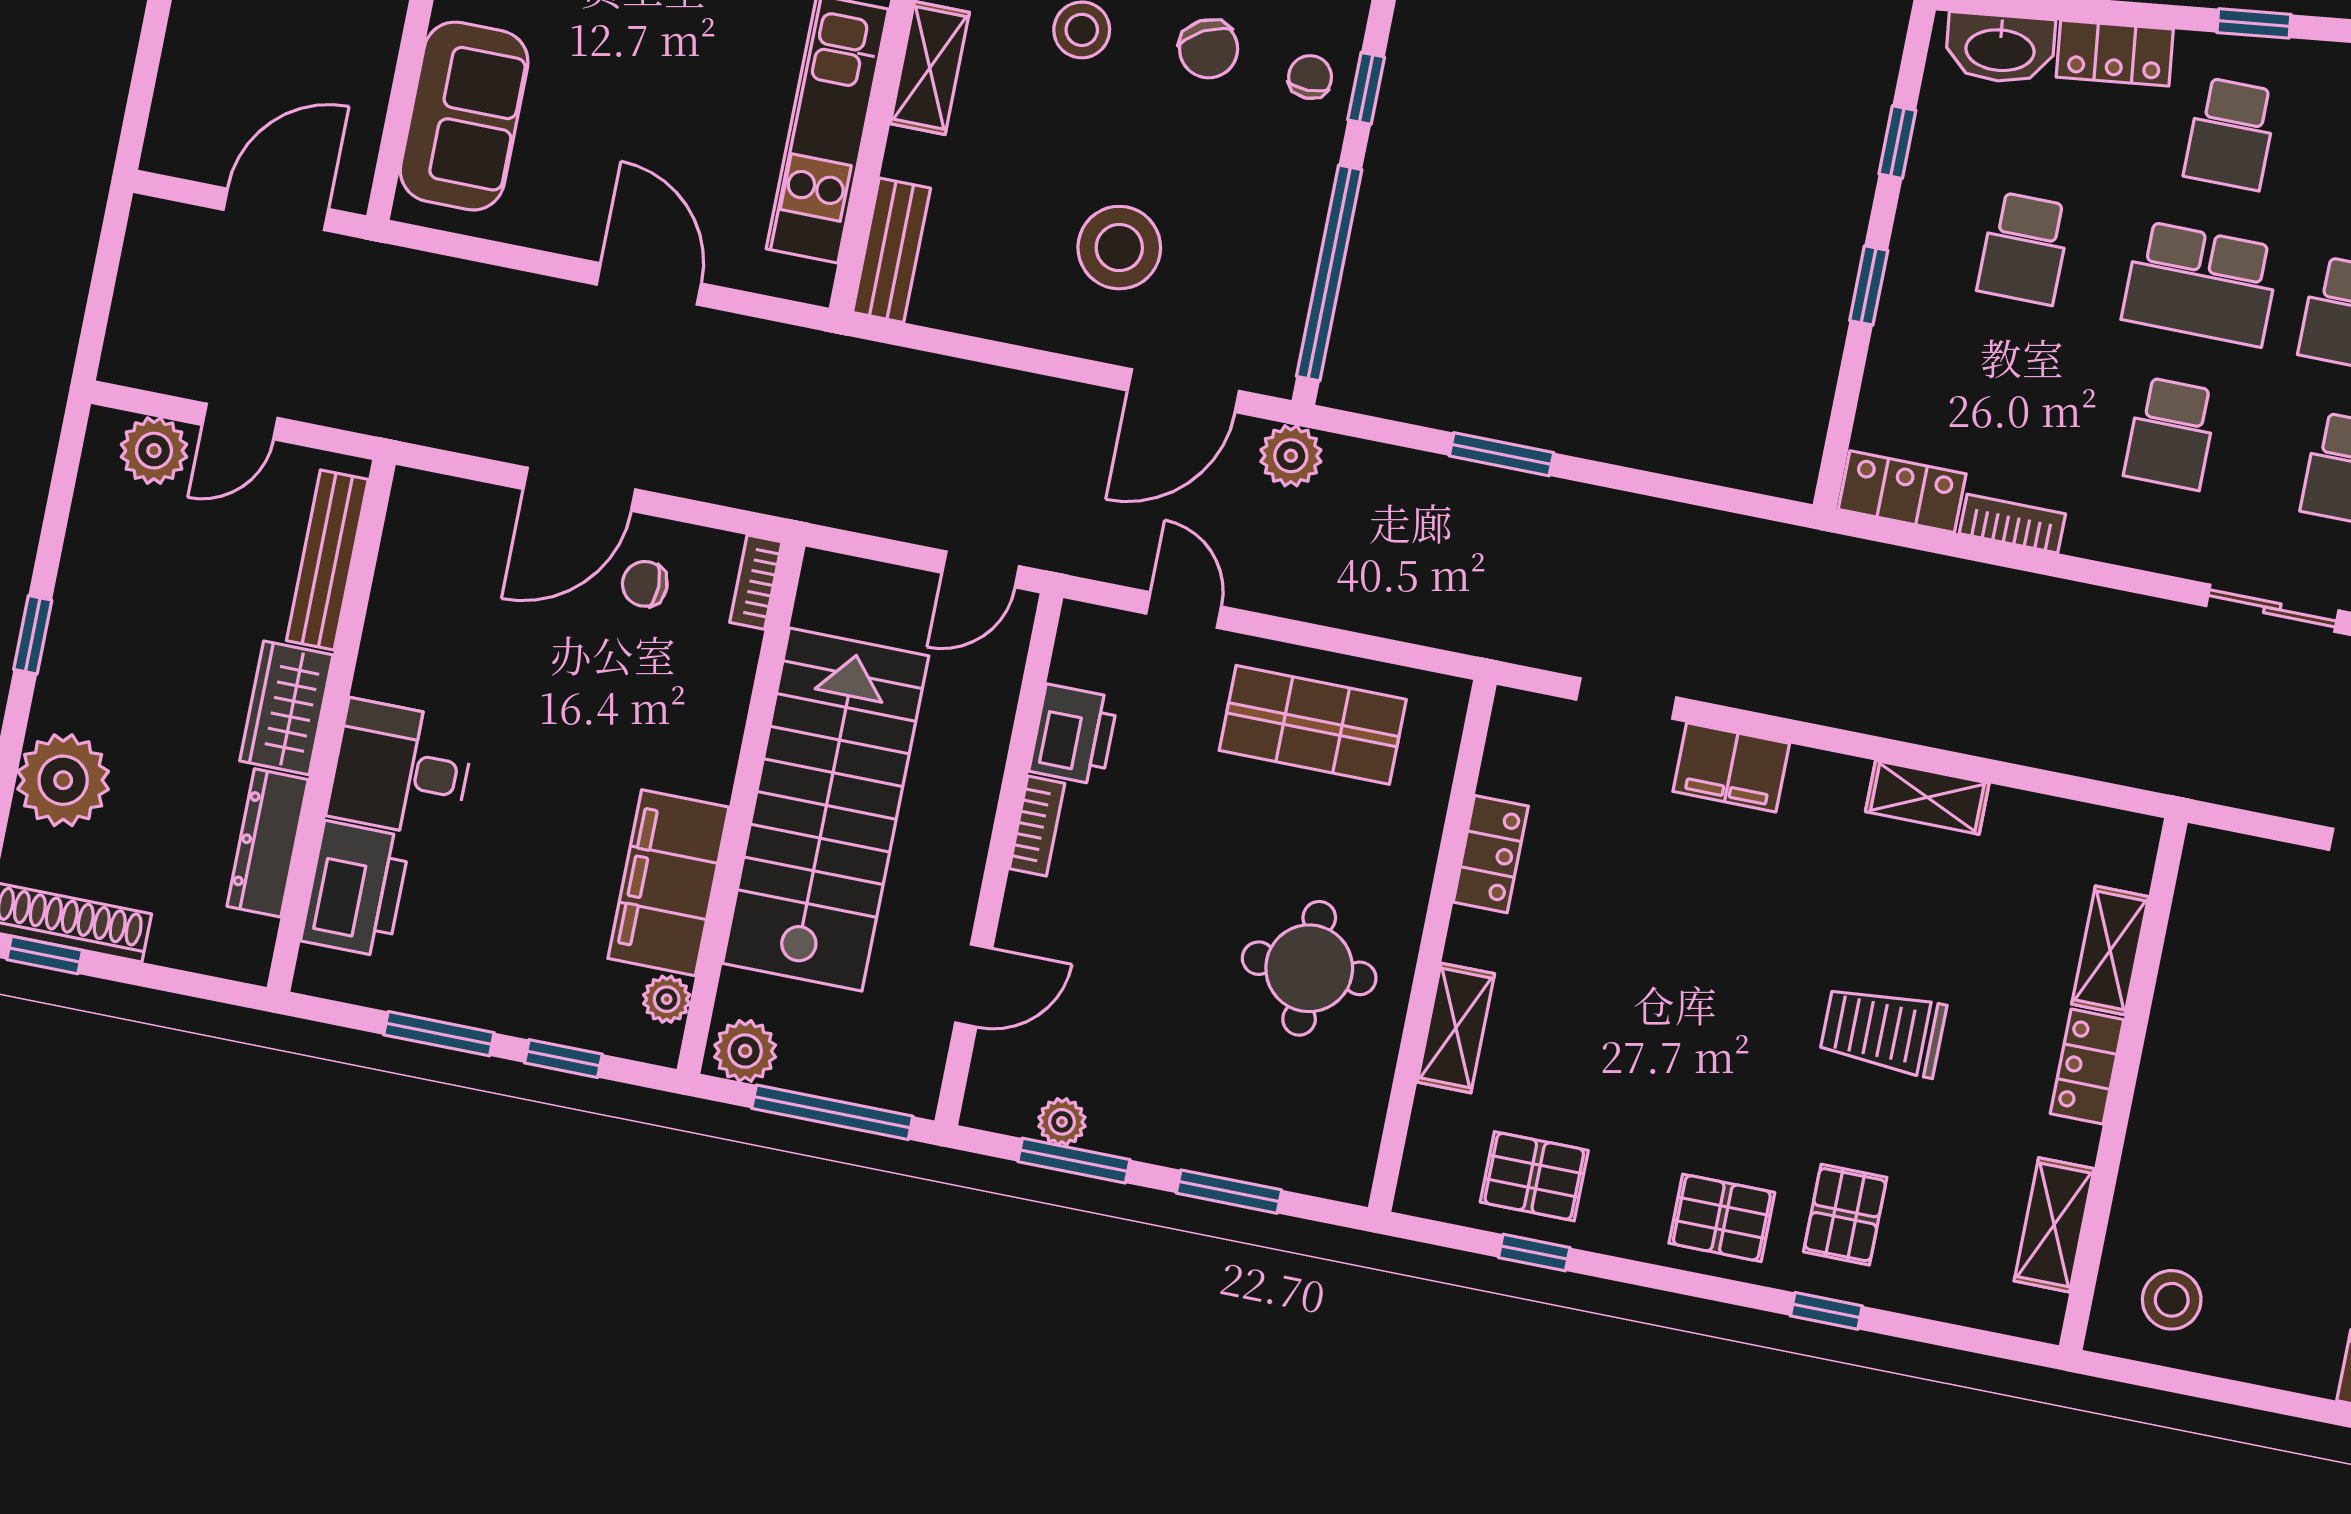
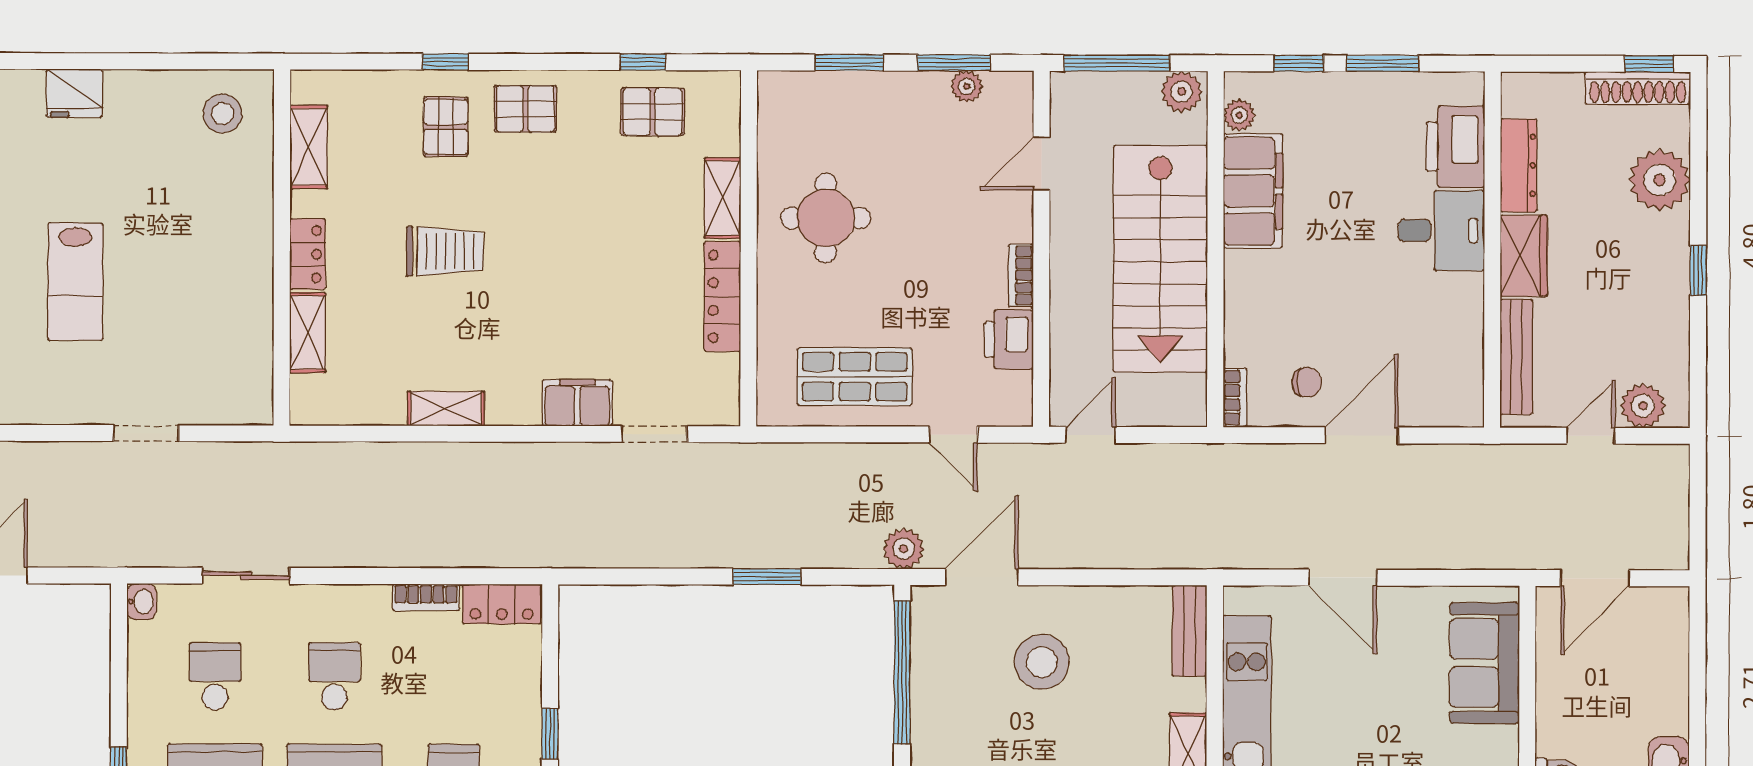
locker: (1491, 854) -> (722, 297), width x1.53

